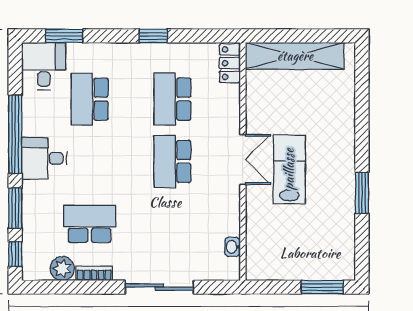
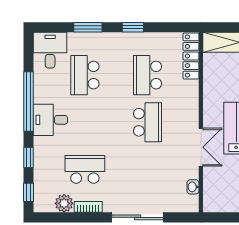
window: (64, 36) -> (88, 27), moved
locker: (230, 63) -> (191, 56), width x1.53
double door: (243, 159) -> (201, 147), moved
school desk: (172, 162) -> (147, 122), turned 180
window: (15, 208) -> (29, 158), width x0.67

